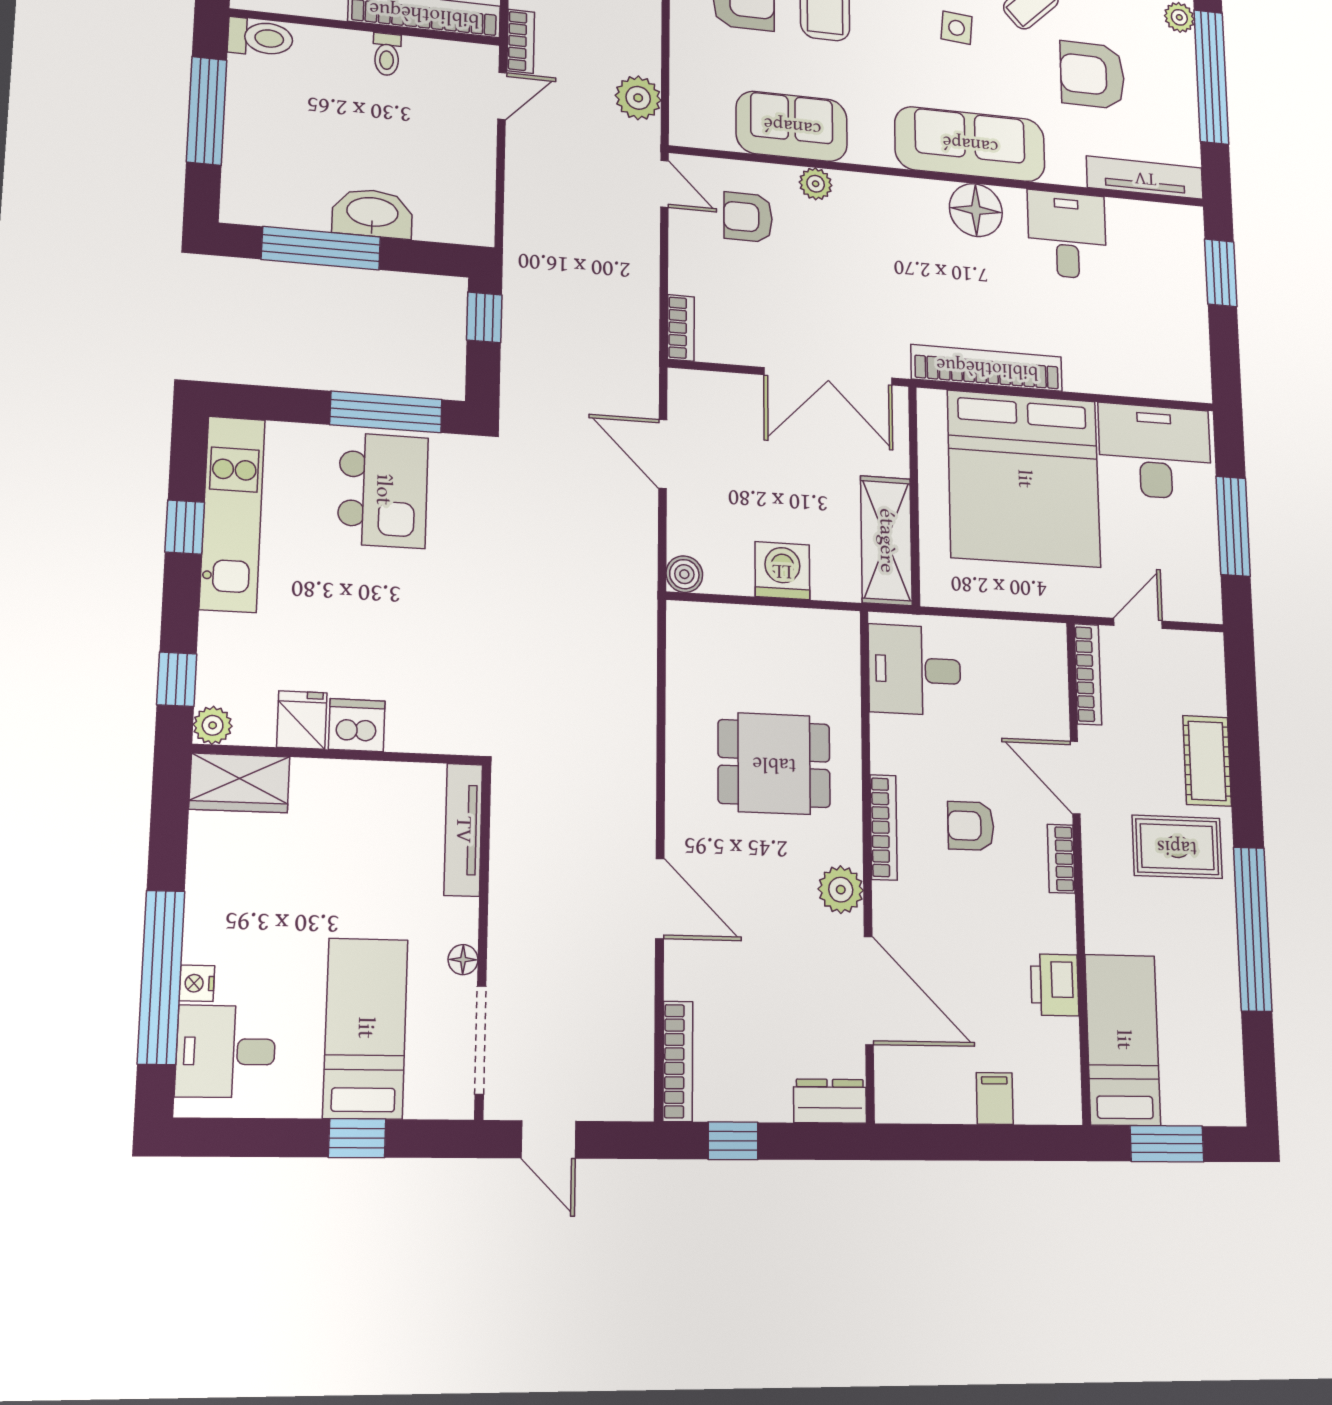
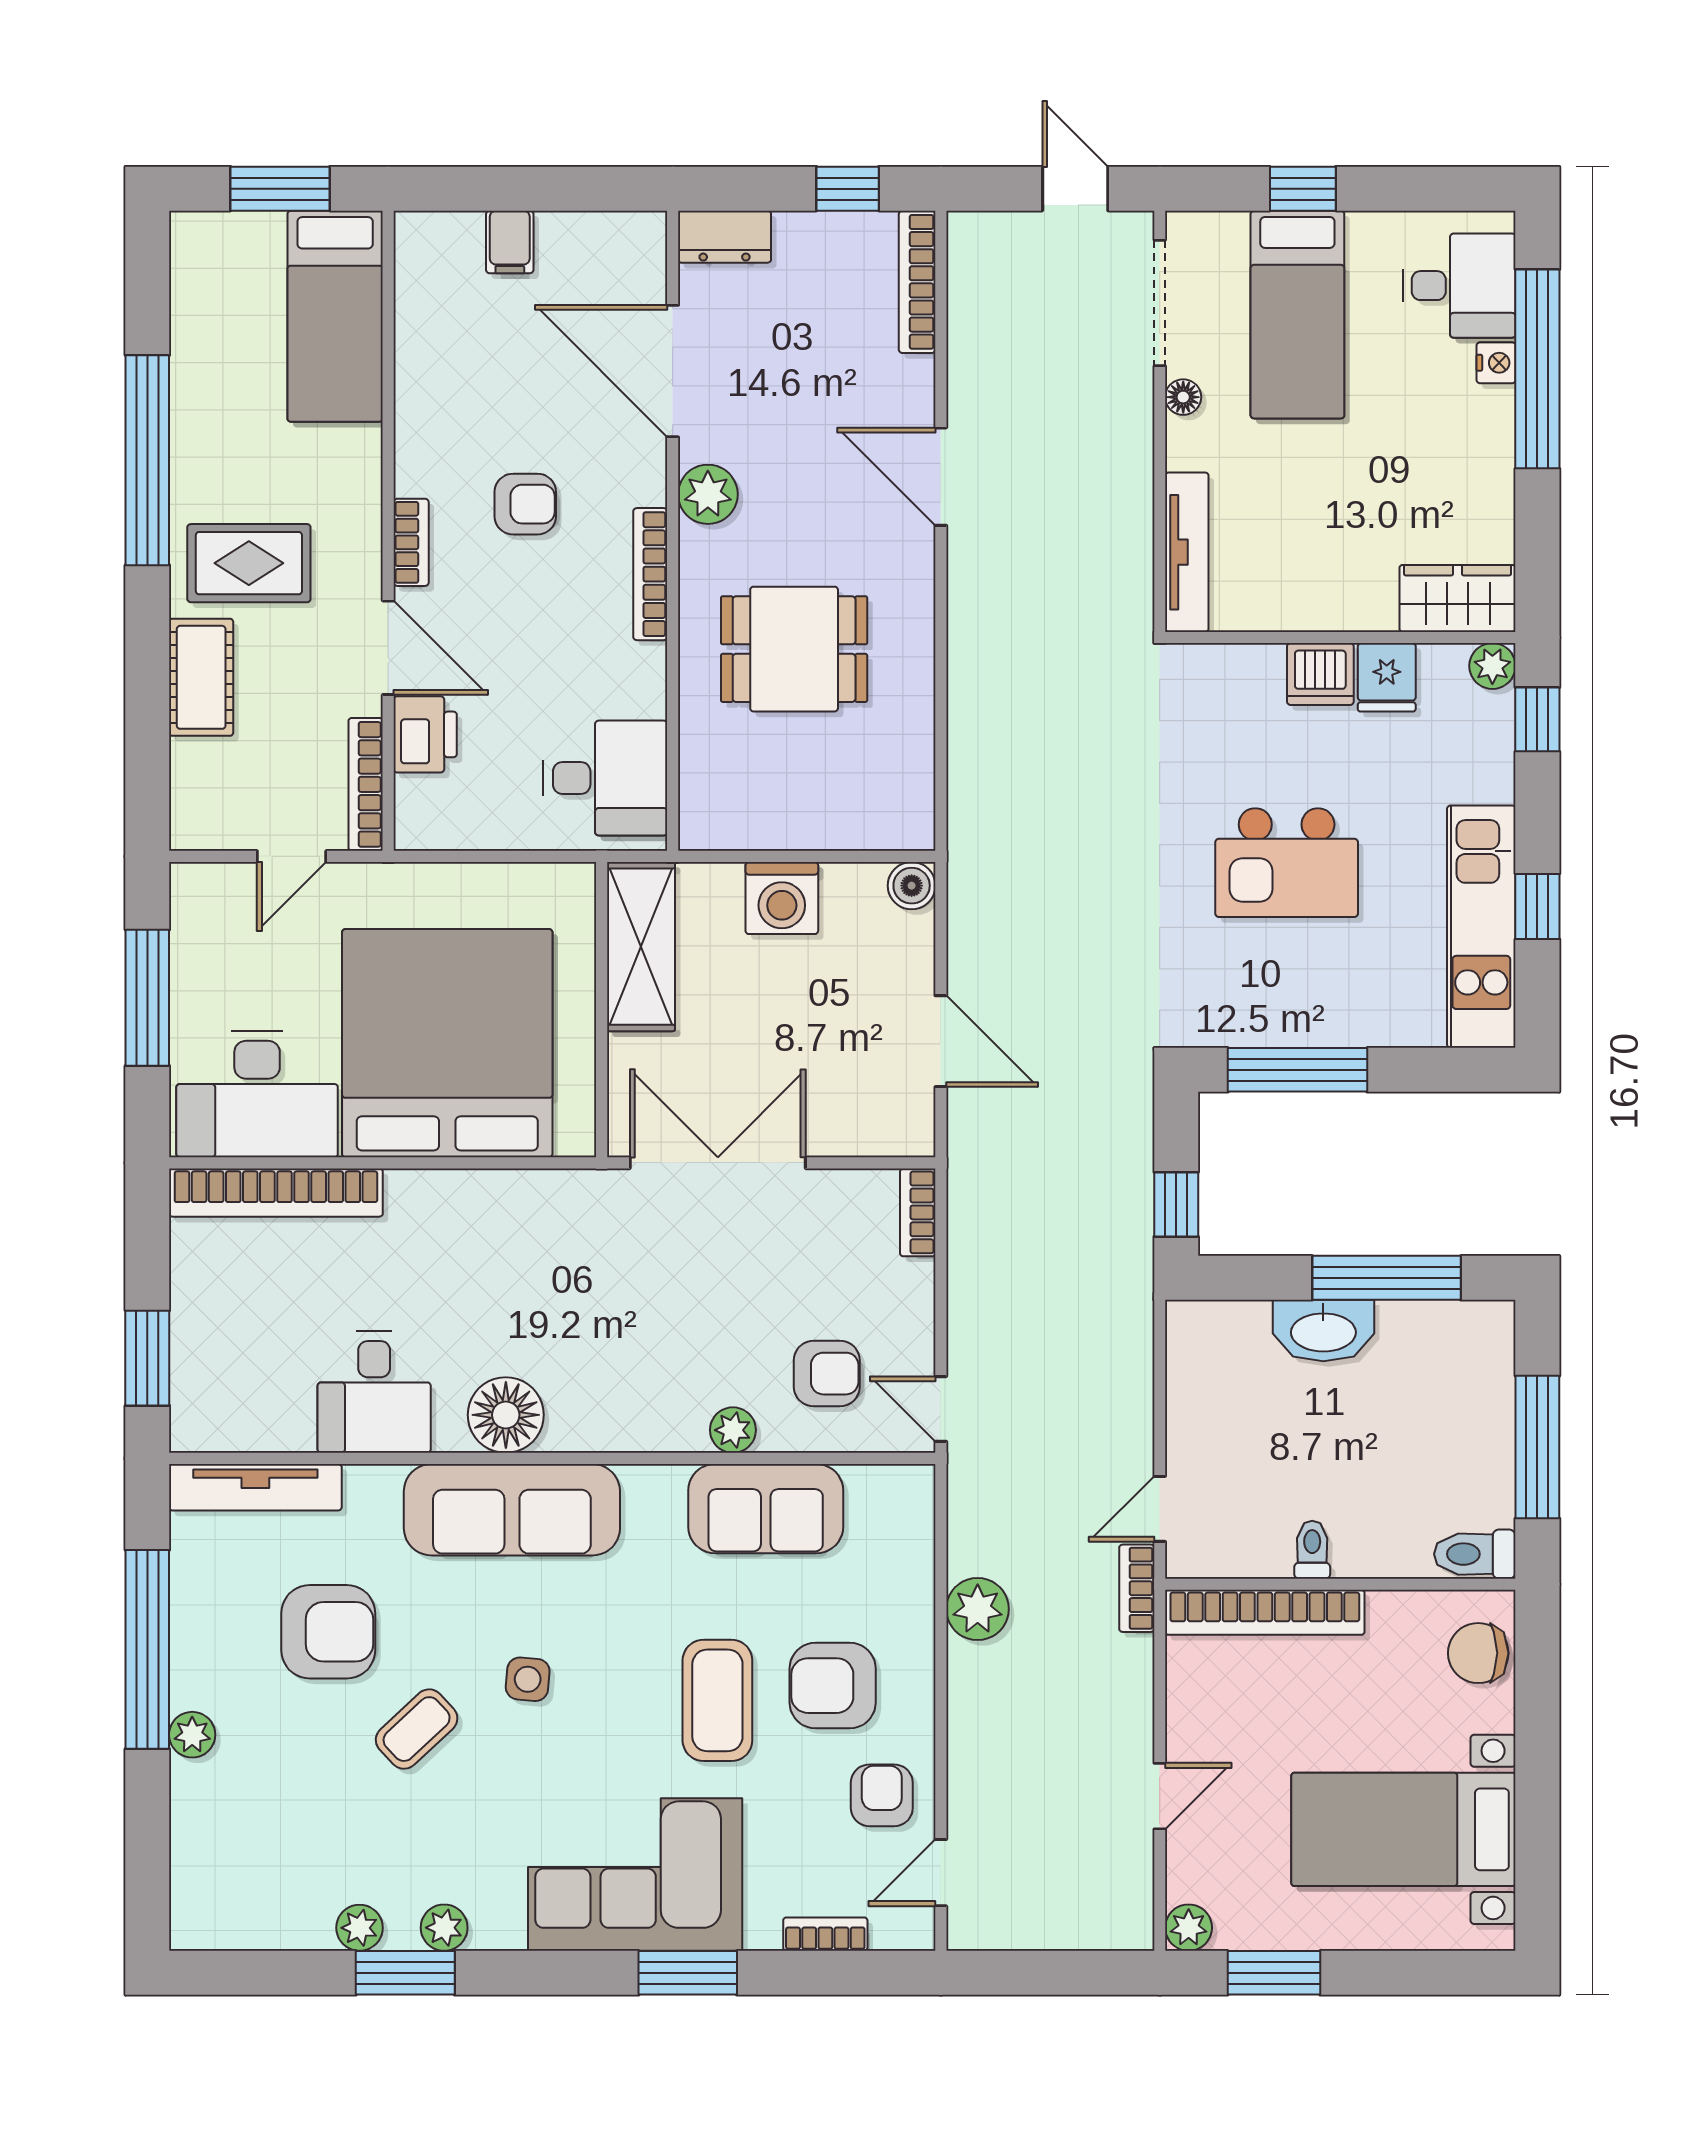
plant: (638, 98) -> (978, 1609), moved
bookcase: (987, 368) -> (276, 1193), moved
kitchen island: (383, 490) -> (1287, 863), moved, turned -90
armchair: (971, 826) -> (525, 504), moved
printer: (1055, 985) -> (425, 734), moved

